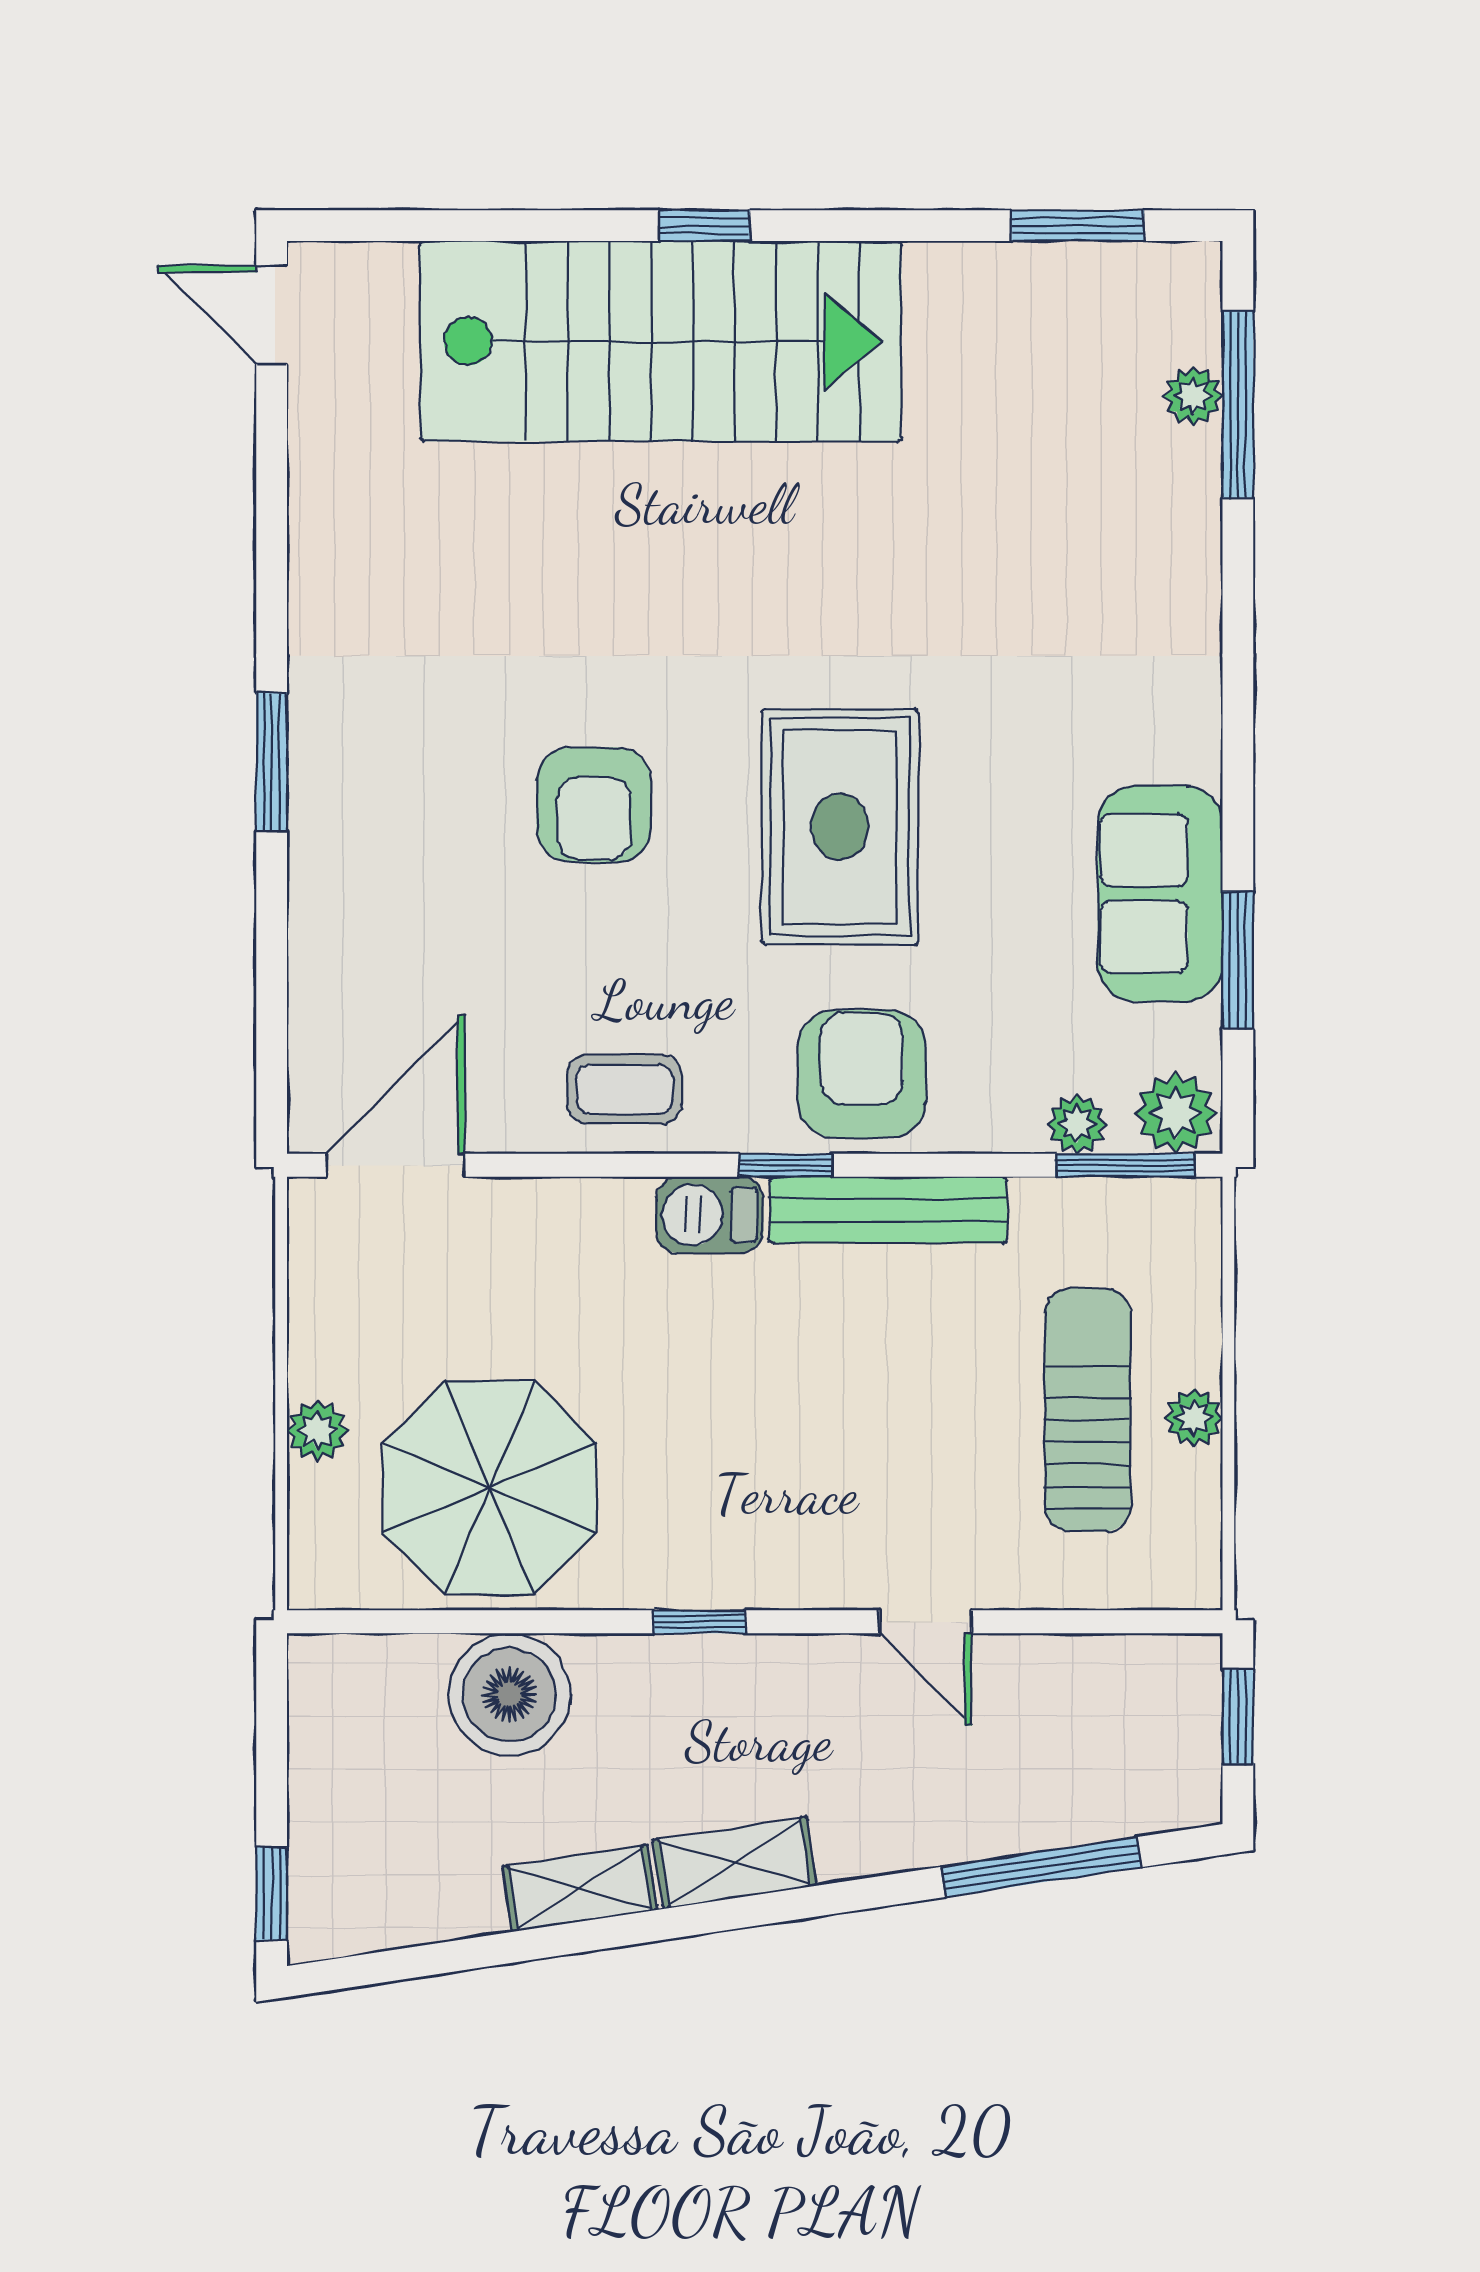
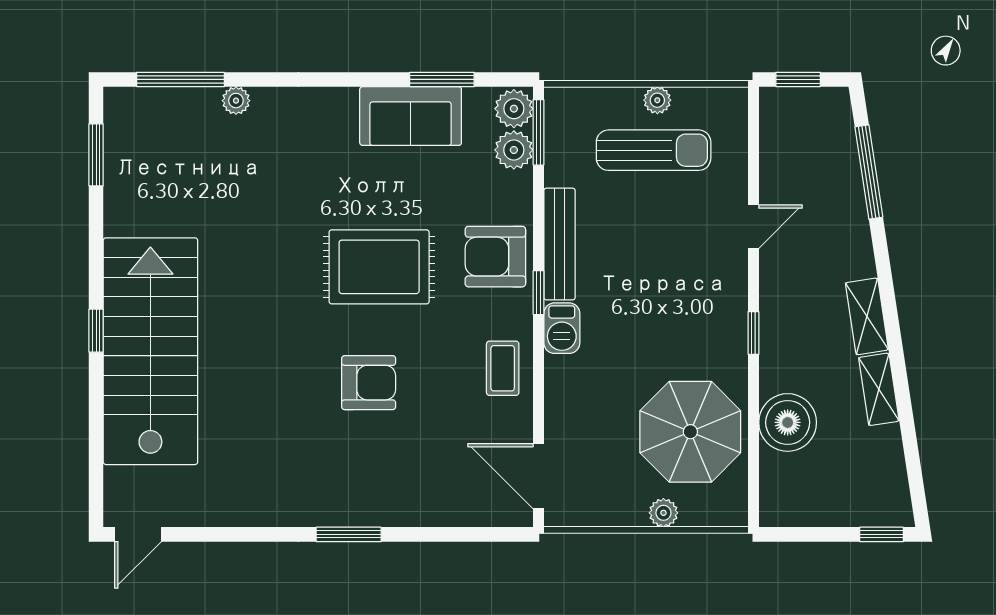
plant: (1193, 396) -> (236, 101), moved
plant: (1077, 1124) -> (514, 150), width x1.38, depth x1.38
sun lounger: (1088, 1410) -> (654, 150), turned 180

